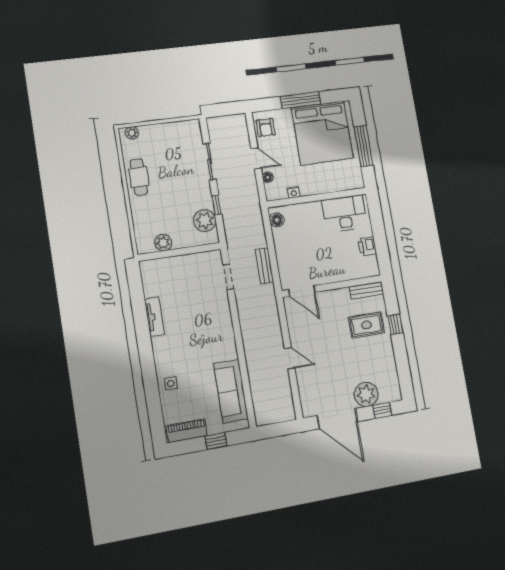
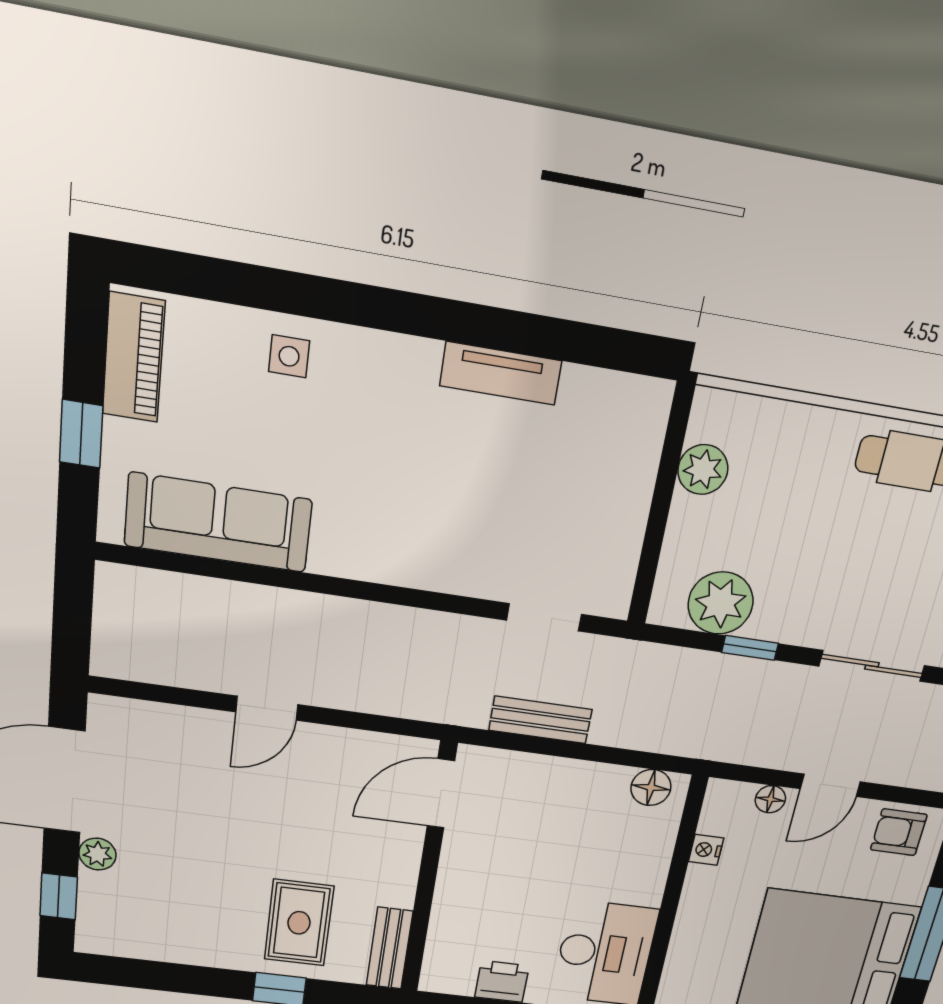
plant: (366, 394) -> (97, 854), width x0.53, depth x0.53

